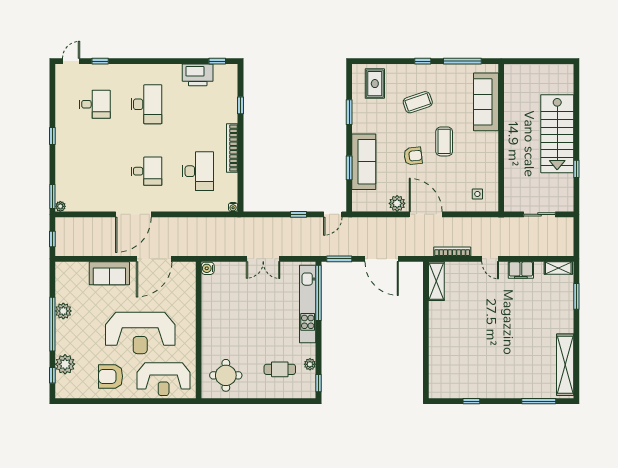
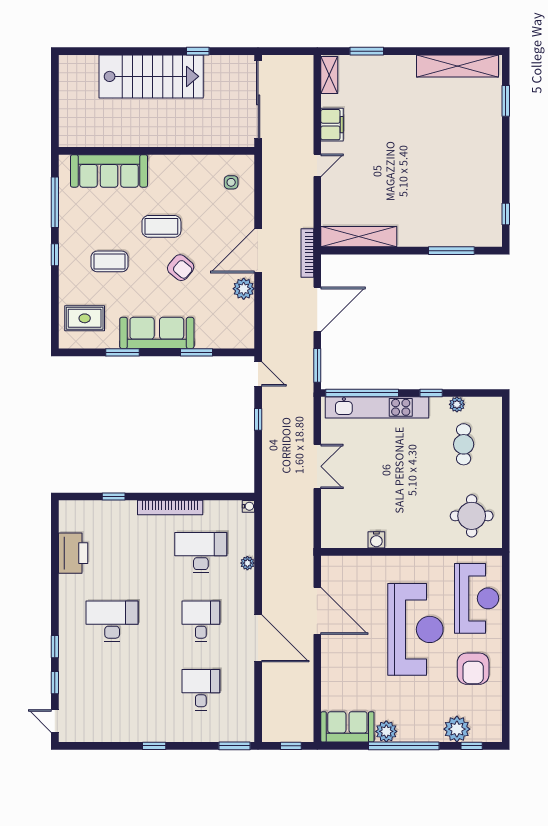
window: (217, 61) -> (55, 647), moved
coffee table: (418, 102) -> (109, 261), turned -71
desk: (95, 104) -> (201, 690), moved
armchair: (413, 156) -> (181, 268), turned 136
sofa: (364, 162) -> (157, 333), moved
plant: (60, 206) -> (247, 563), moved
sliding door: (540, 214) -> (258, 100), width x1.86
bookcase: (452, 251) -> (307, 253), moved
water cooler: (208, 268) -> (376, 540), moved
sofa: (109, 273) -> (347, 727), moved, turned -90
shelving: (436, 281) -> (359, 237), width x1.47
window: (426, 360) -> (451, 251), added
window: (319, 383) -> (431, 393), moved
window: (471, 401) -> (506, 214), moved
window: (539, 401) -> (506, 101), width x0.69

